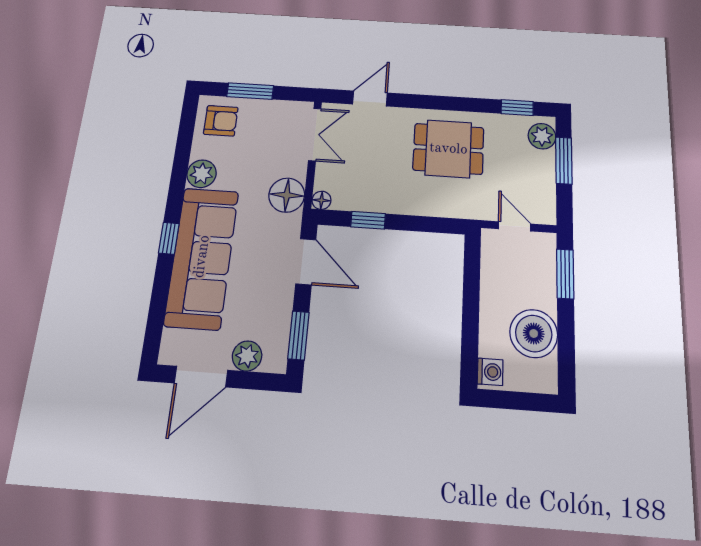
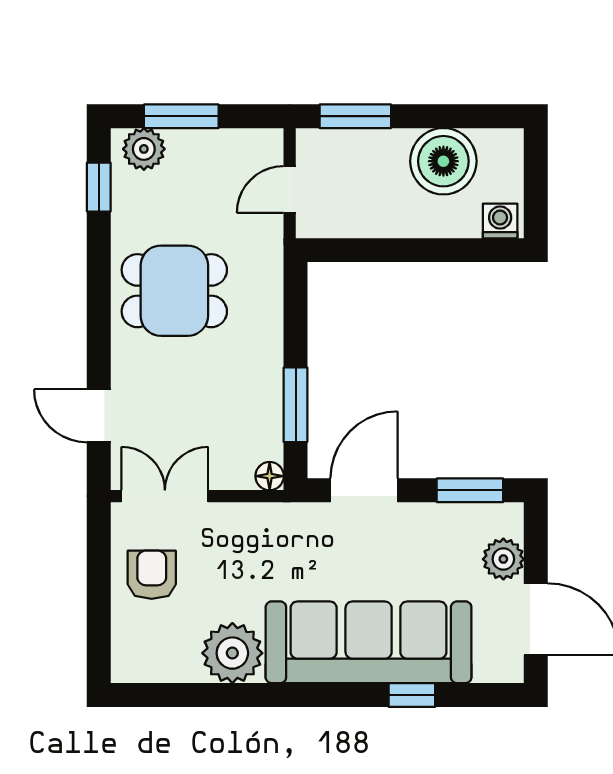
window: (250, 91) -> (99, 604), removed
armchair: (221, 121) -> (152, 575), moved
dining table: (448, 149) -> (174, 291), turned 90
plant: (202, 174) -> (232, 653), width x1.36, depth x1.36
floor lamp: (287, 195) -> (265, 529), removed
window: (368, 220) -> (296, 405), width x1.50
window: (169, 238) -> (412, 695), moved

